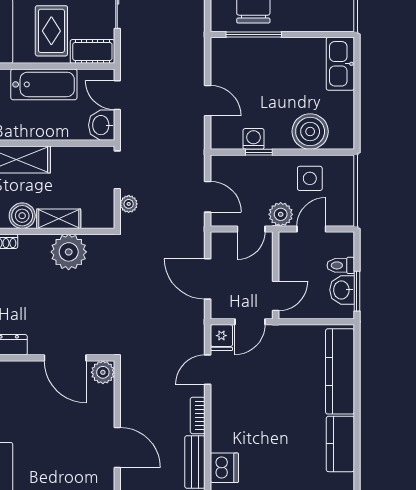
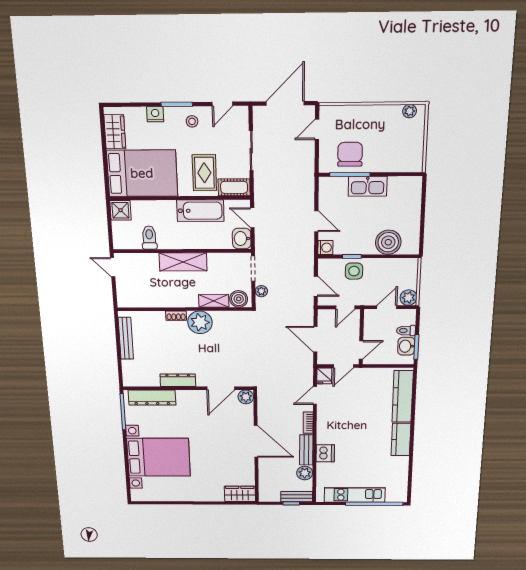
kitchen sink: (340, 64) -> (368, 186), moved, turned -90
washing machine: (254, 139) -> (325, 248), moved, turned 90
side table: (310, 178) -> (354, 271), moved
plant: (281, 214) -> (409, 298), moved
boiler: (22, 216) -> (239, 299), moved
plant: (69, 252) -> (200, 322), moved
door: (65, 358) -> (221, 388), hinge flipped
door: (117, 447) -> (256, 441), width x1.36

